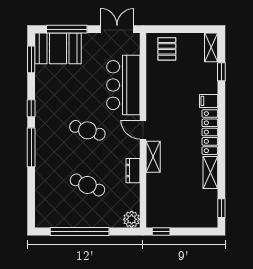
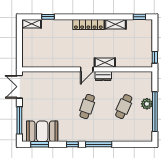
booth: (58, 48) -> (42, 131), moved, turned 90
pallet: (167, 49) -> (33, 53), removed
bar counter: (123, 85) -> (57, 82), removed
filing cabinet: (209, 101) -> (68, 25), removed
dresser: (133, 171) -> (103, 76), moved
plant: (132, 219) -> (147, 104), moved

